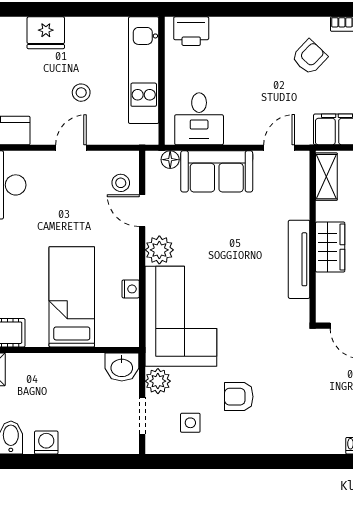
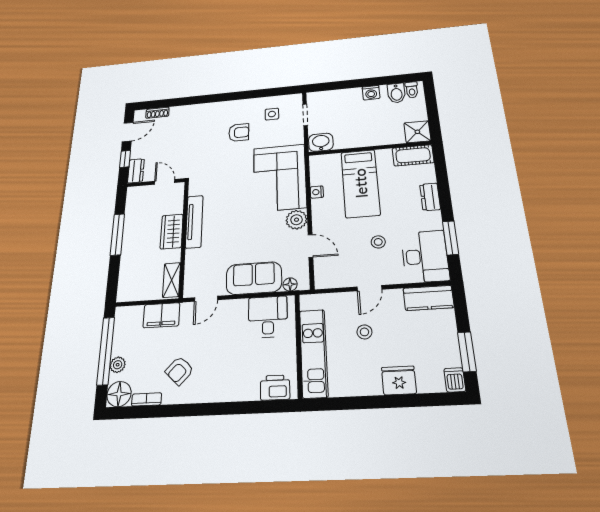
stool: (121, 183) -> (378, 242), moved
plant: (158, 381) -> (295, 136), removed

